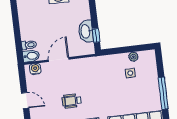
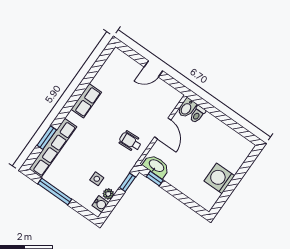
washbasin: (86, 31) -> (156, 166), moved
window: (115, 51) -> (127, 182), added
water cooler: (35, 69) -> (100, 204), moved
wheelchair: (72, 101) -> (130, 141), moved, turned -93

